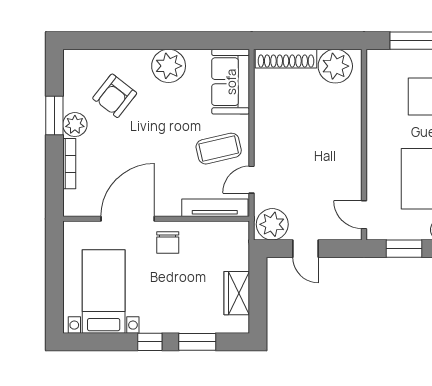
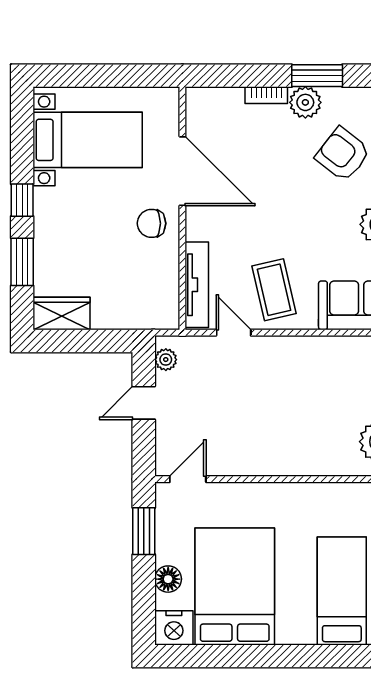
bookcase: (69, 164) -> (266, 95), width x0.64
plant: (272, 224) -> (166, 360), width x0.53, depth x0.53
wardrobe: (237, 293) -> (61, 313), moved

